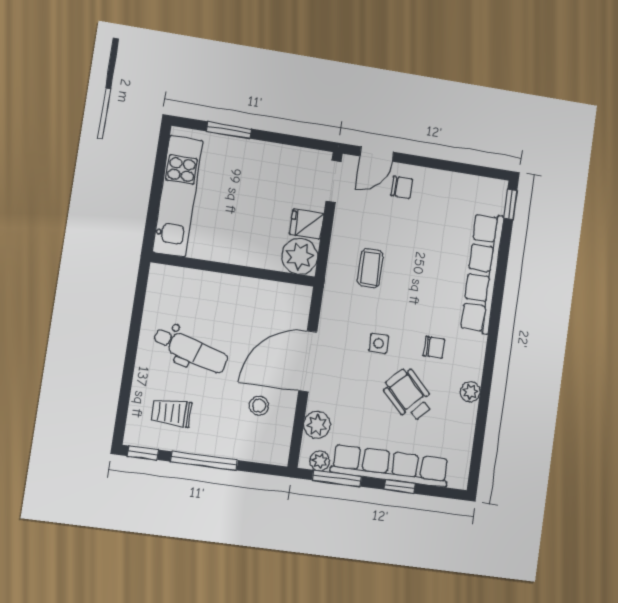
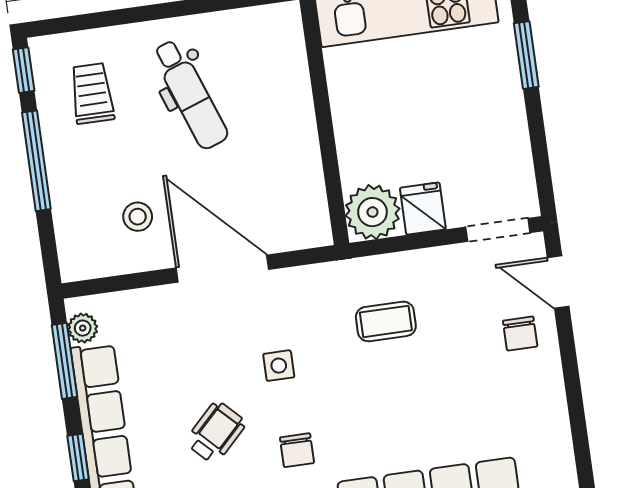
dental chair: (191, 350) -> (190, 94), turned -36
wheelchair: (409, 395) -> (216, 432), width x0.73, depth x0.73
plant: (317, 425) -> (134, 309), removed

